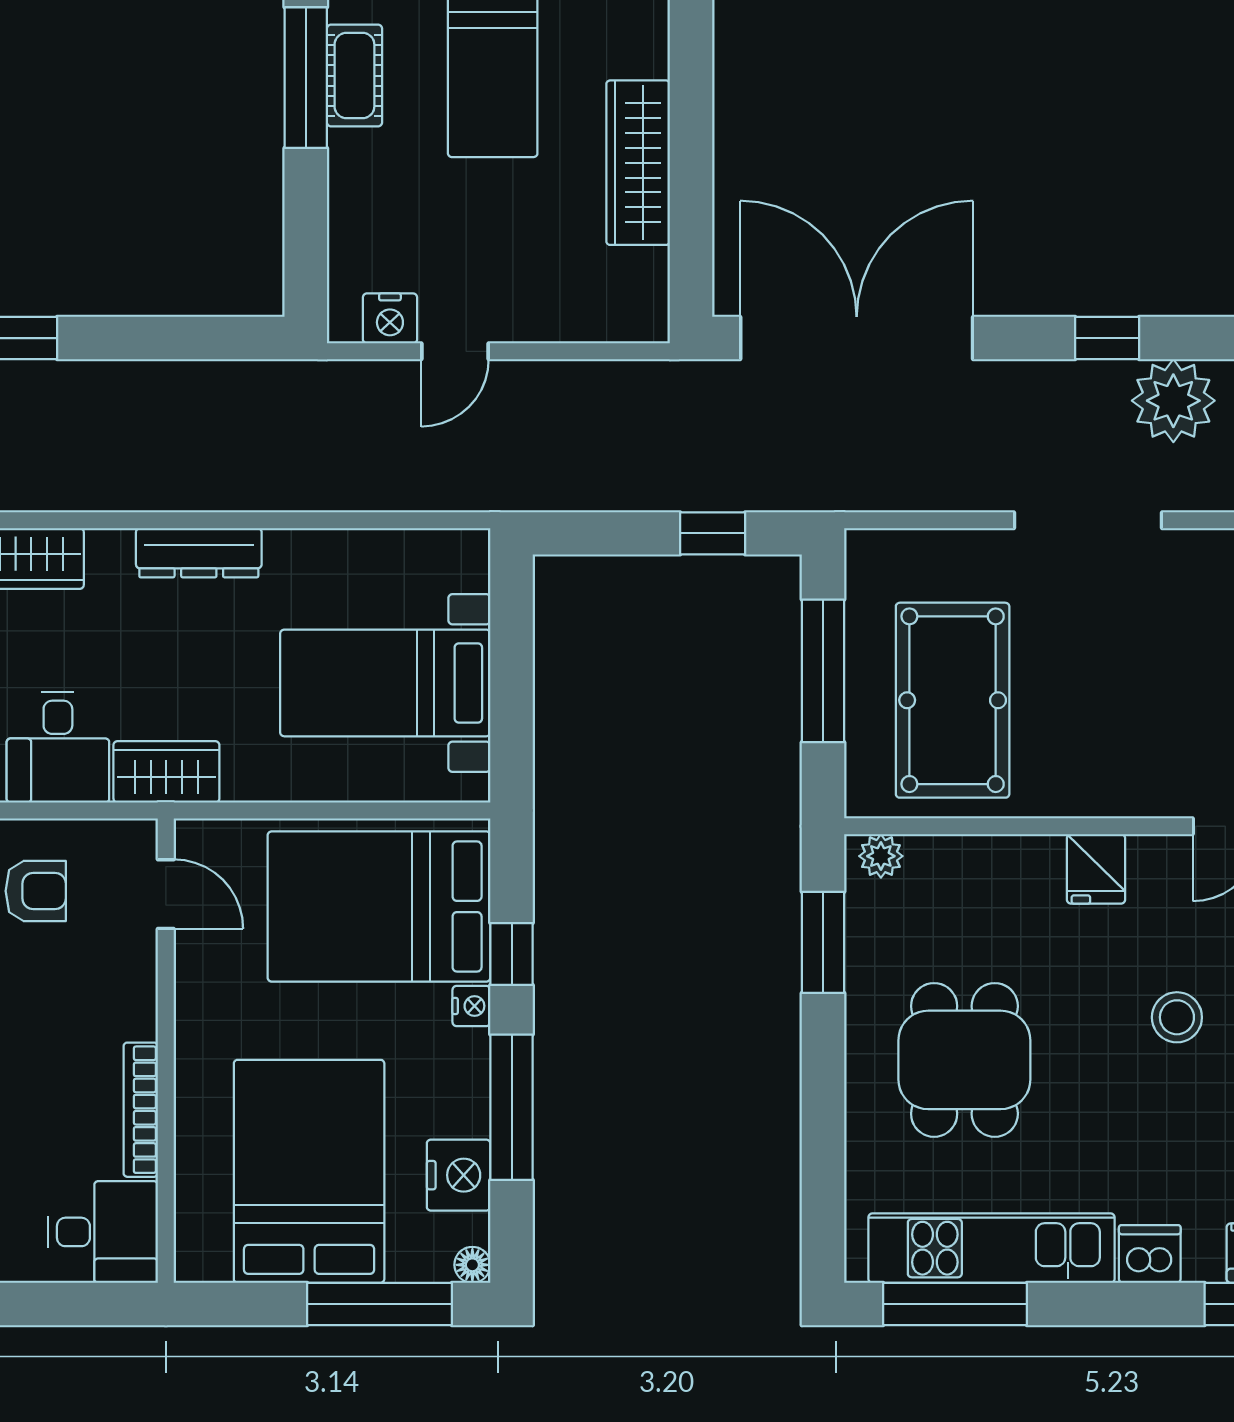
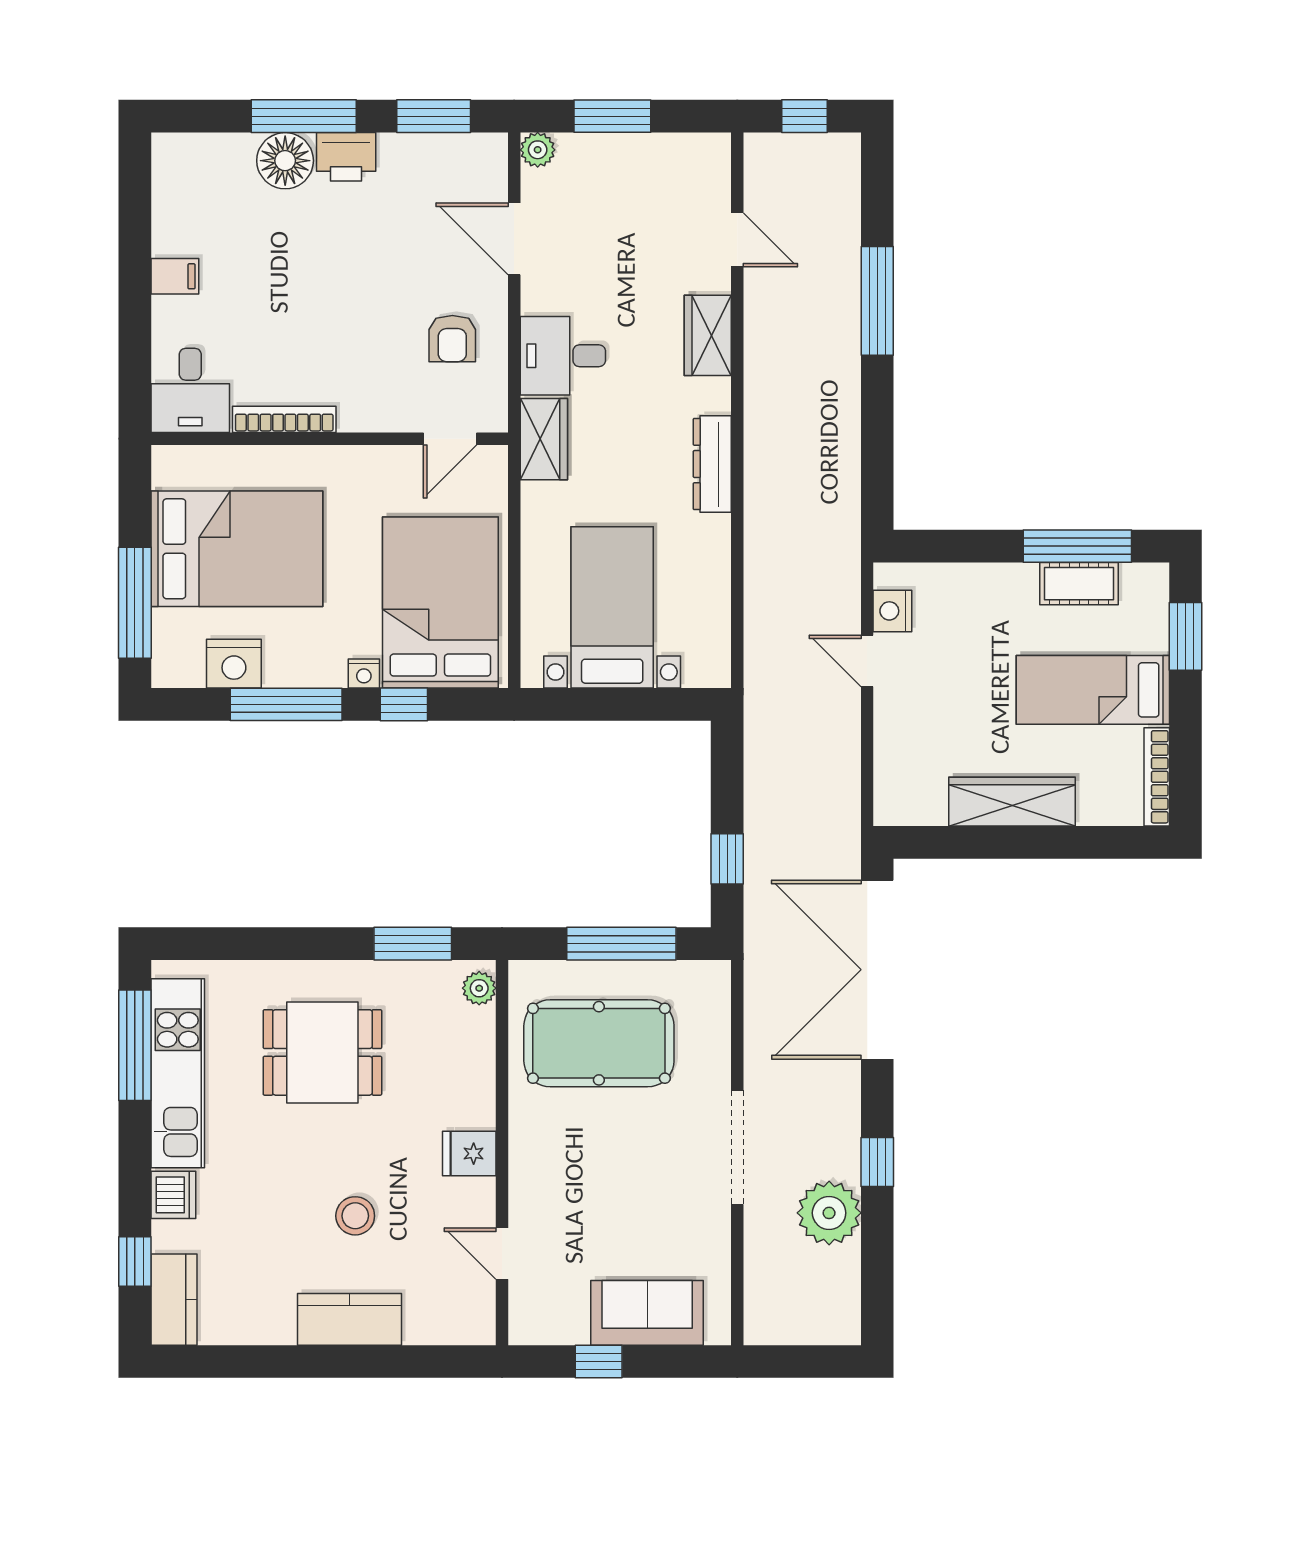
double door: (857, 338) -> (877, 970), swing flipped
floor lamp: (472, 1265) -> (165, 674), removed

